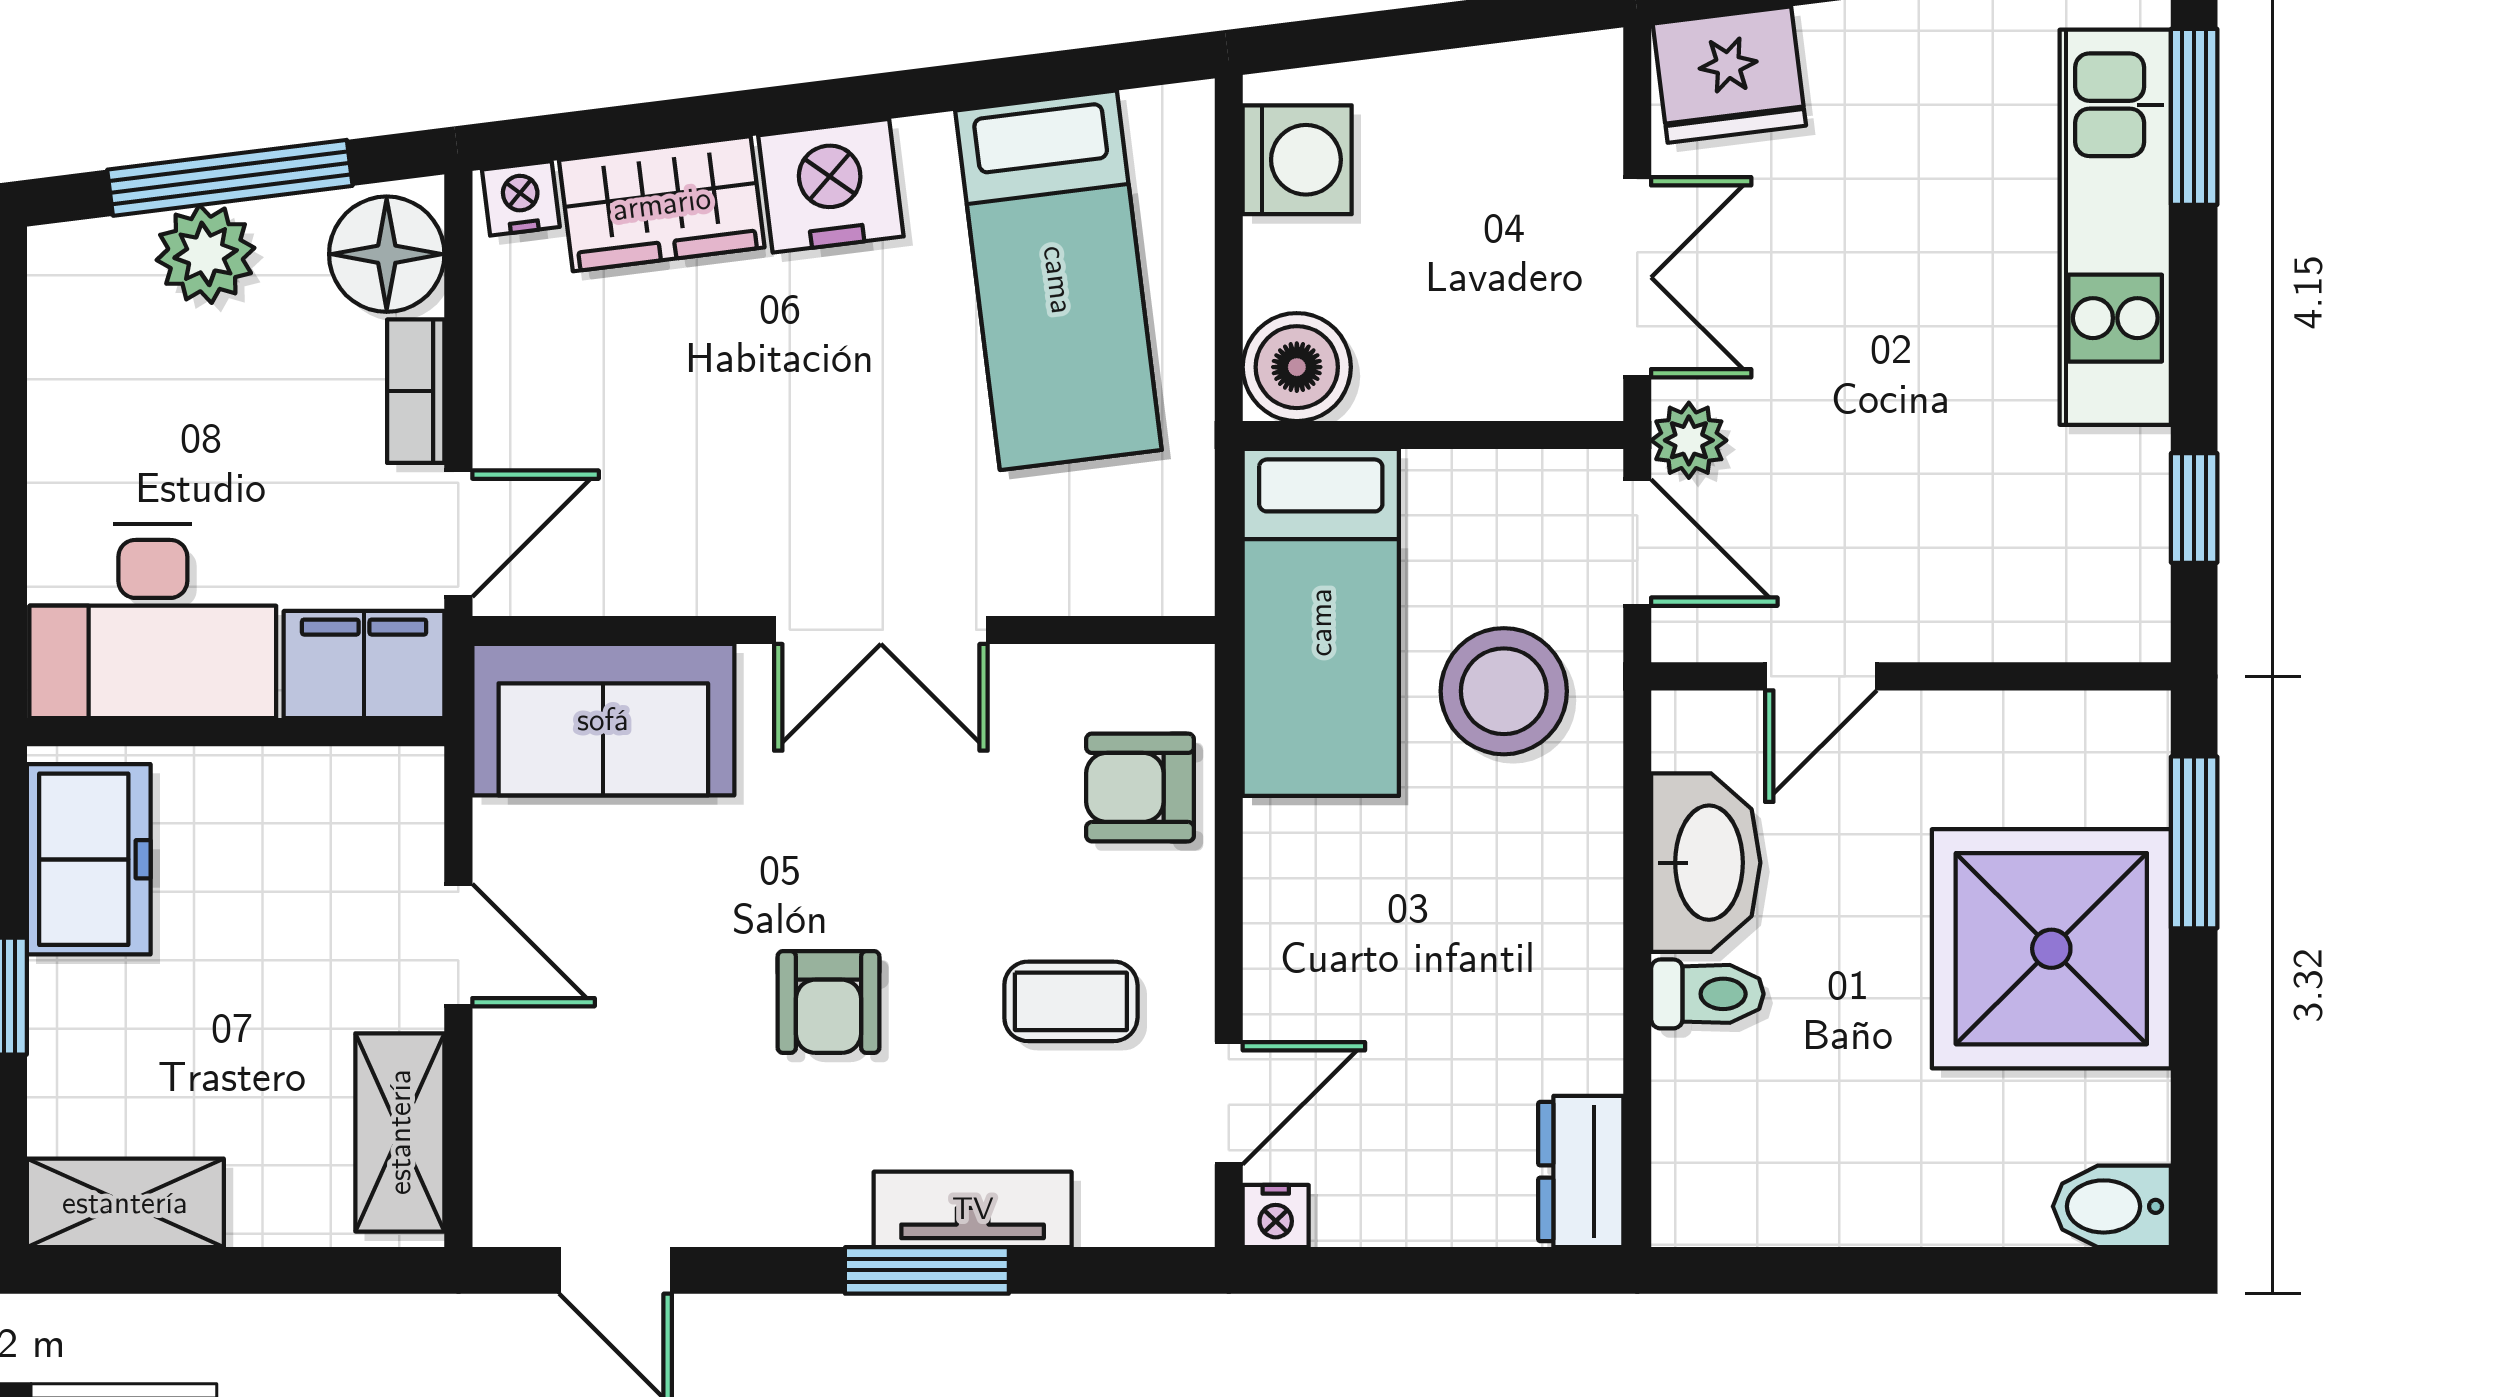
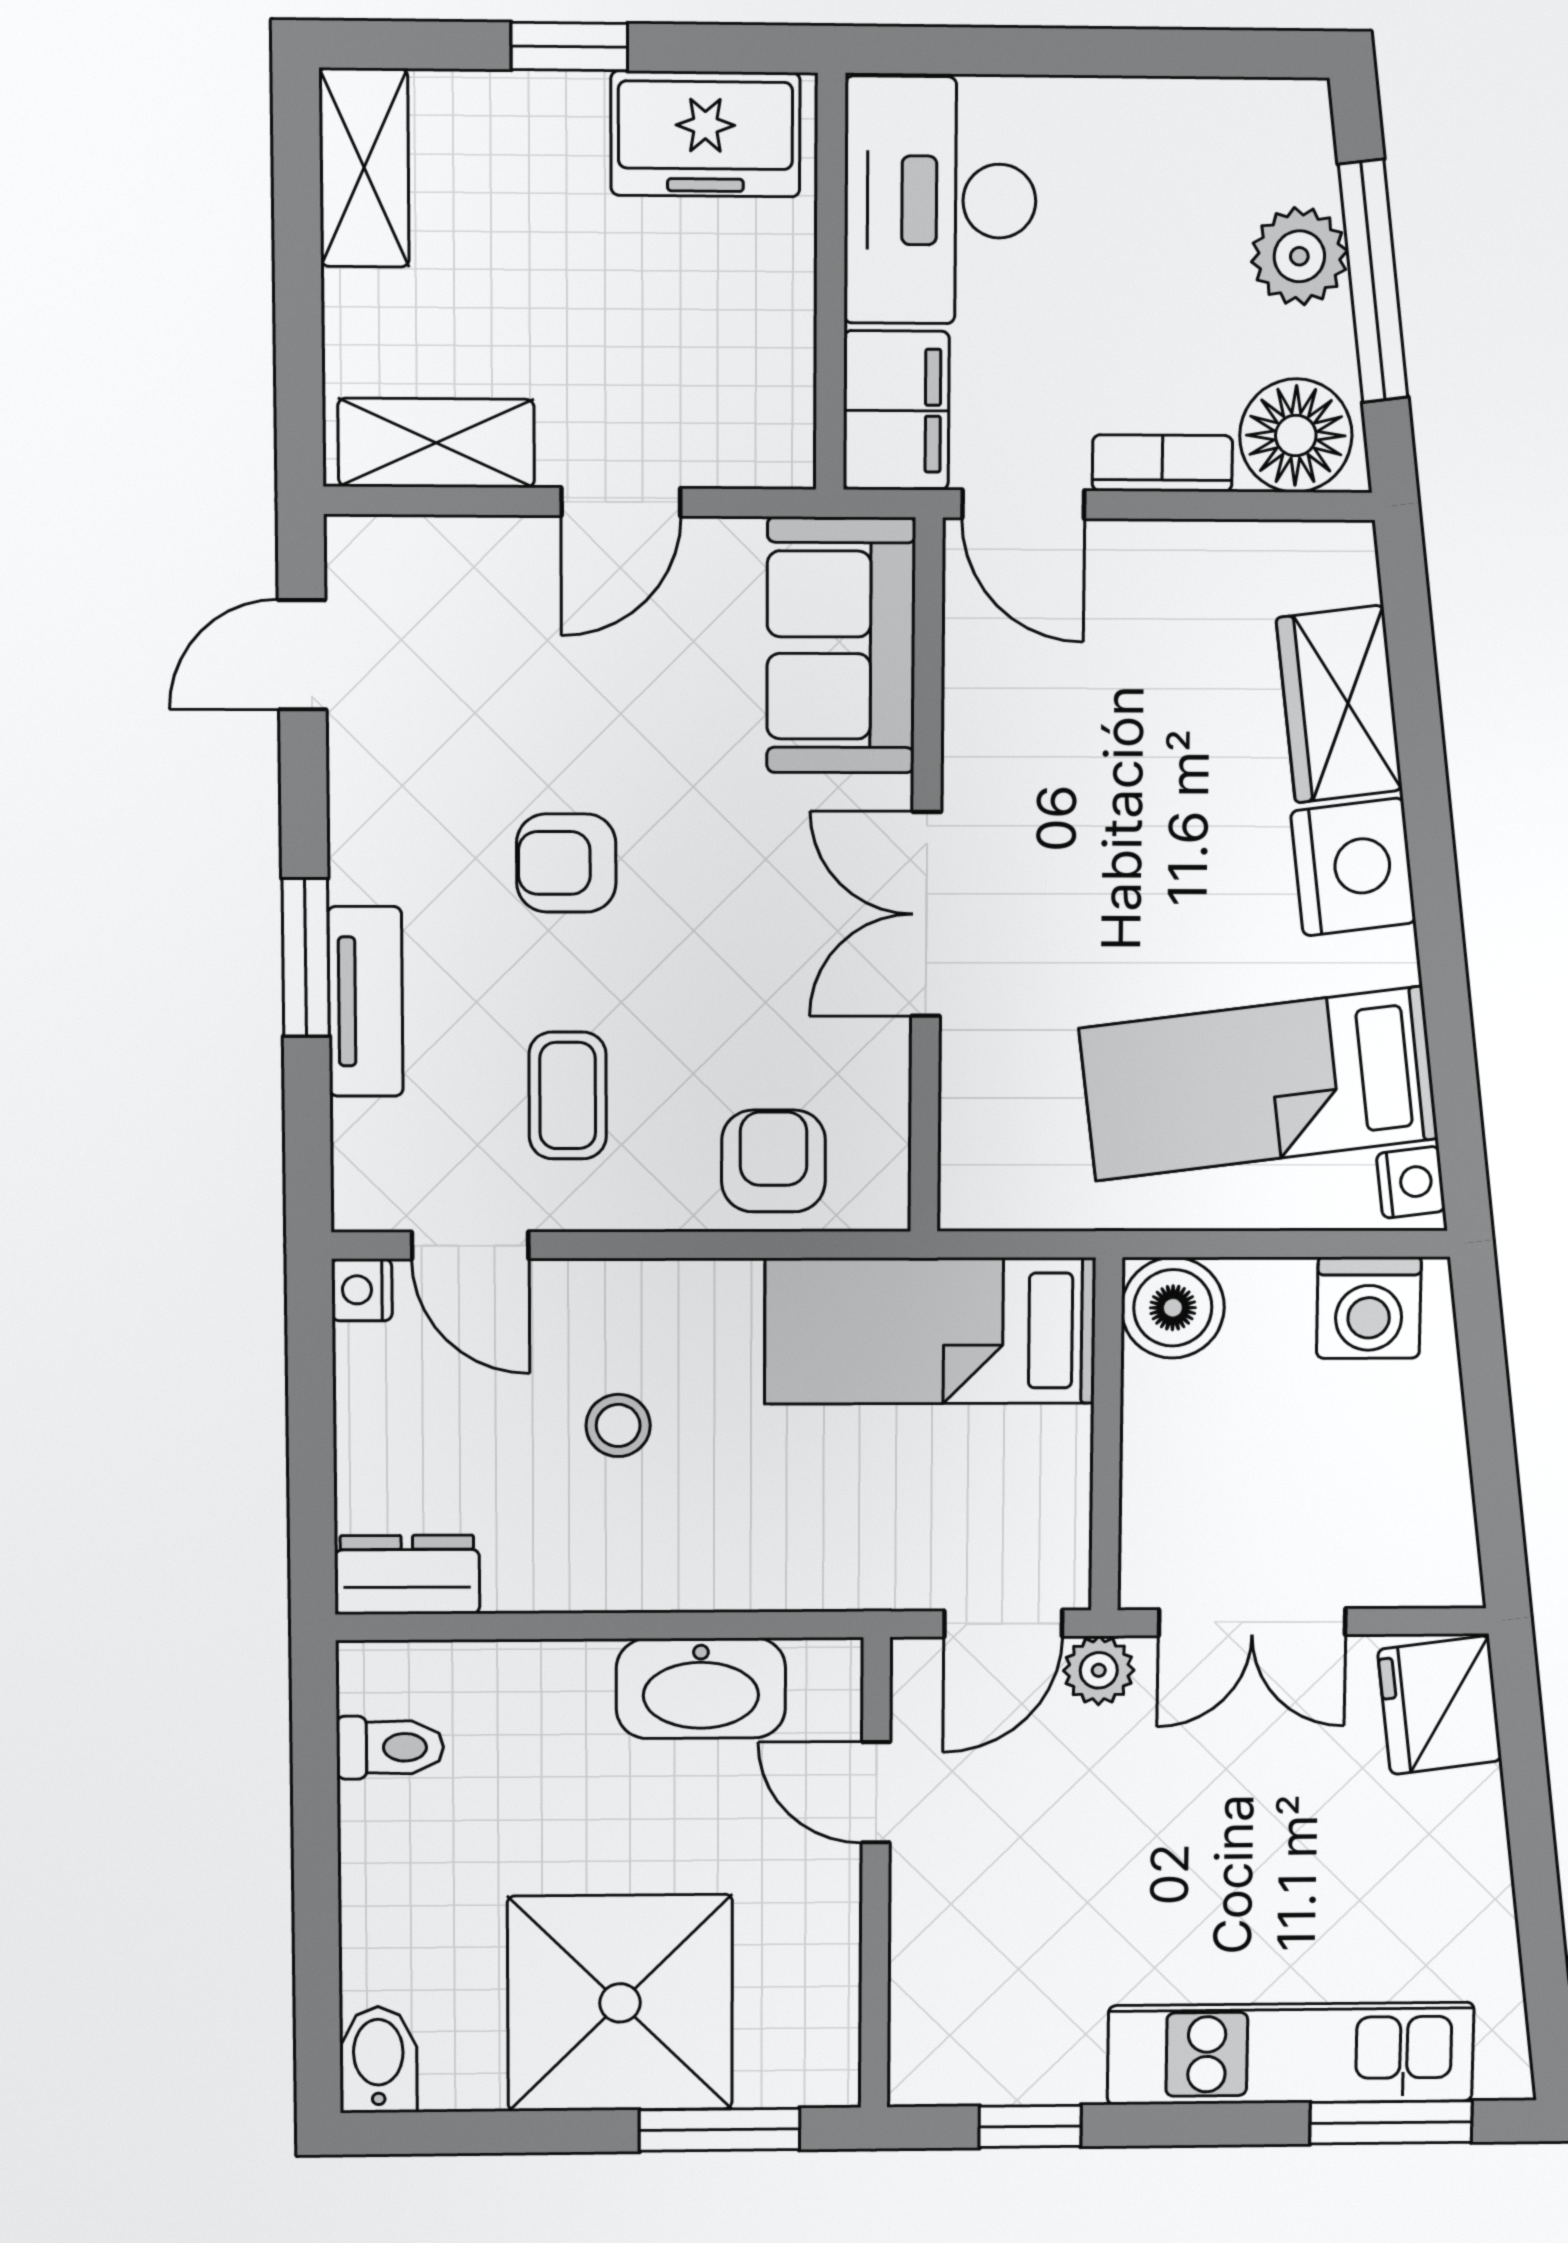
nightstand: (521, 198) -> (1411, 1182), moved
stool: (1504, 691) -> (618, 1425), moved, width x0.53, depth x0.53
toilet: (1707, 994) -> (390, 1747), moved, turned -90

